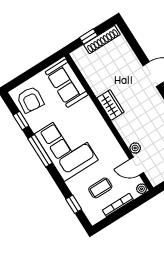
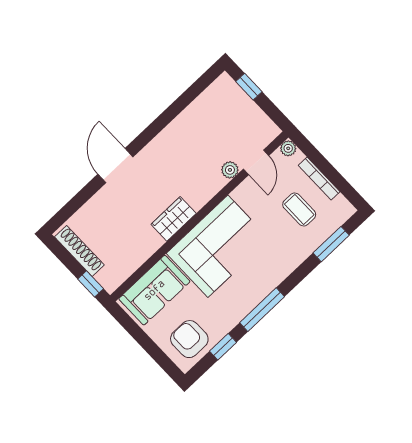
window: (88, 37) -> (91, 284), moved
armchair: (30, 100) -> (189, 339), turned -96
corner sofa: (66, 147) -> (218, 246), moved, turned 180
window: (74, 204) -> (331, 244), width x1.50

